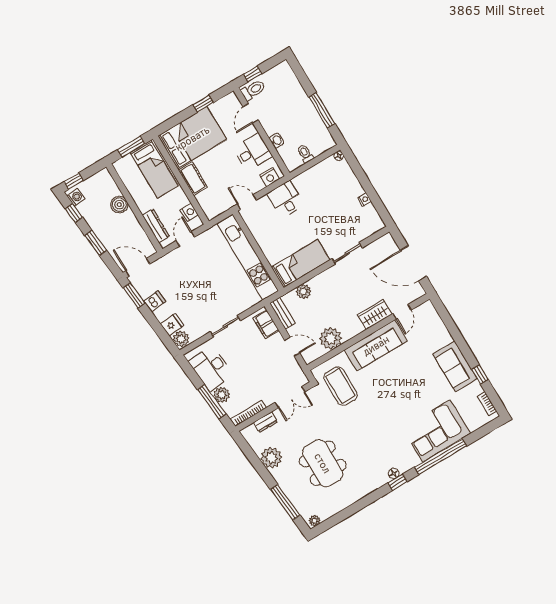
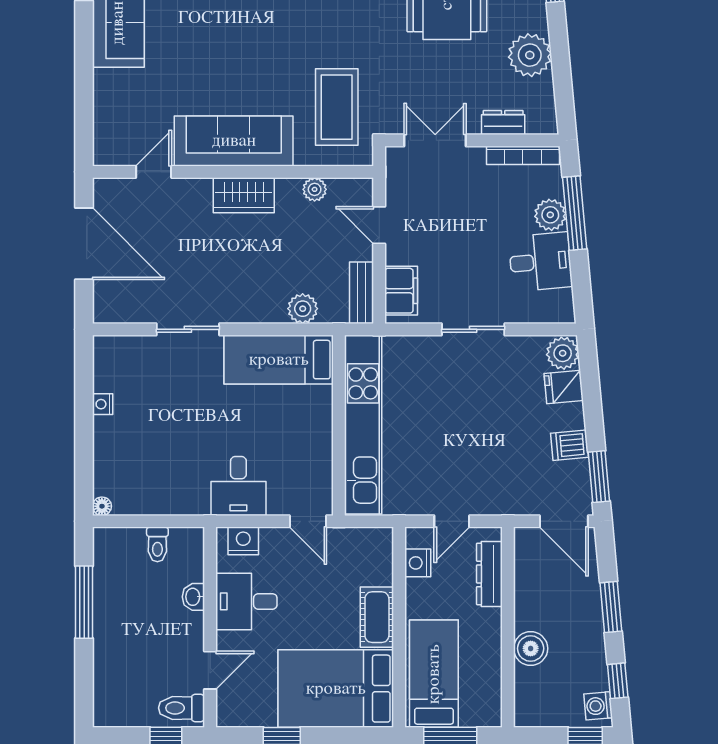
wardrobe: (375, 315) -> (244, 195), moved
plant: (331, 338) -> (315, 189), width x0.53, depth x0.53
desk: (211, 368) -> (540, 262), width x0.73

